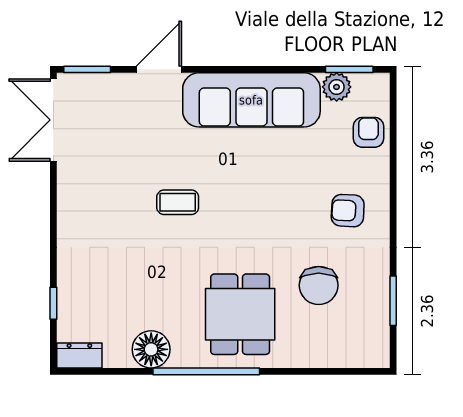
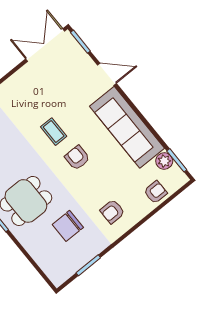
armchair: (238, 199) -> (77, 158), added
armchair: (348, 211) -> (112, 212), turned -93

